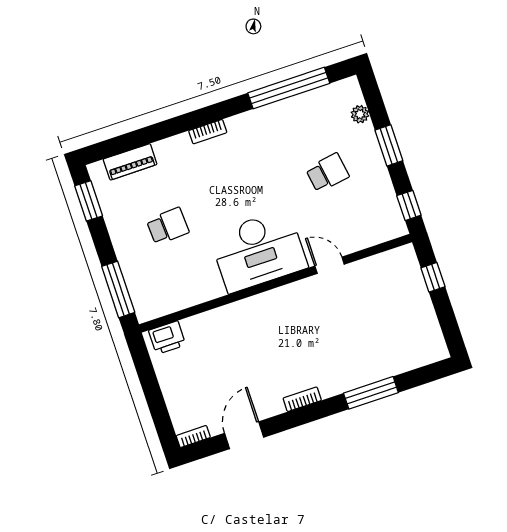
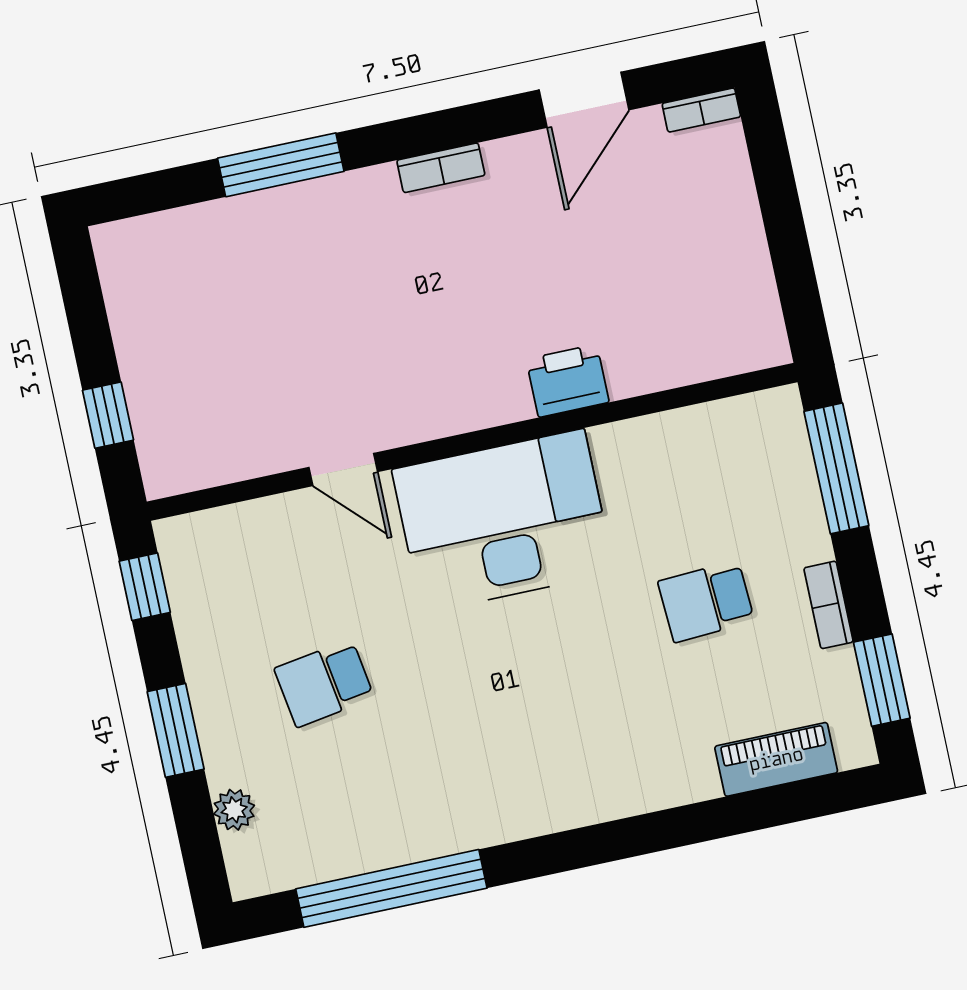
bookcase: (208, 132) -> (829, 605), moved, turned -90
printer: (167, 338) -> (568, 381), moved

